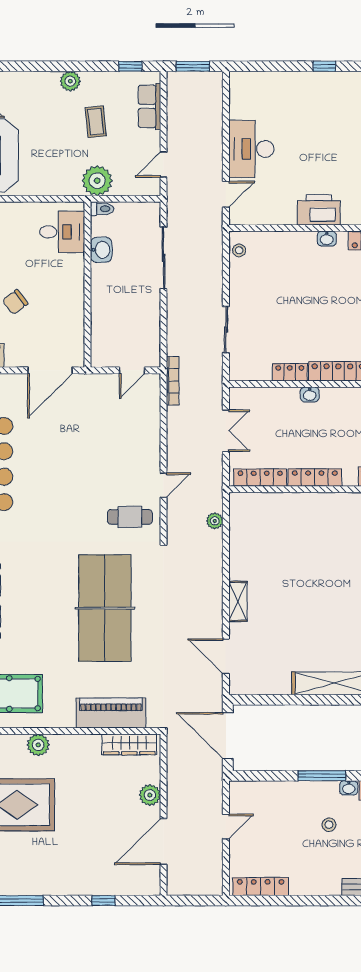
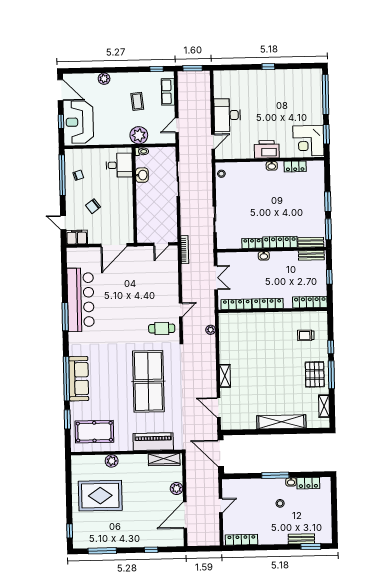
plant: (70, 81) -> (104, 79), moved

